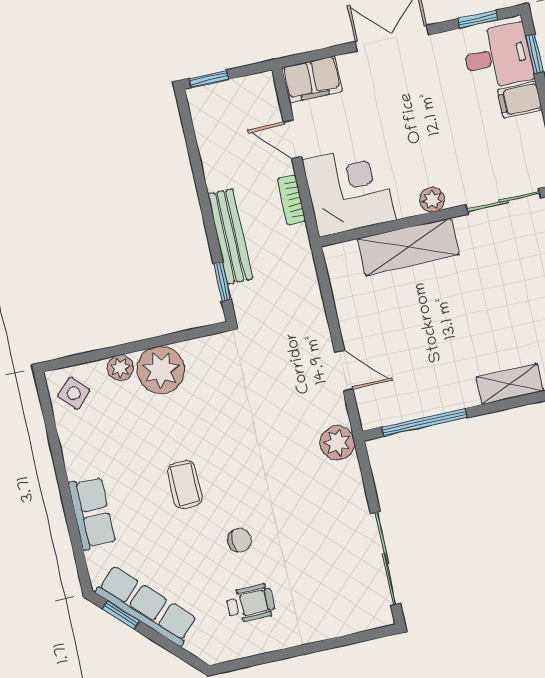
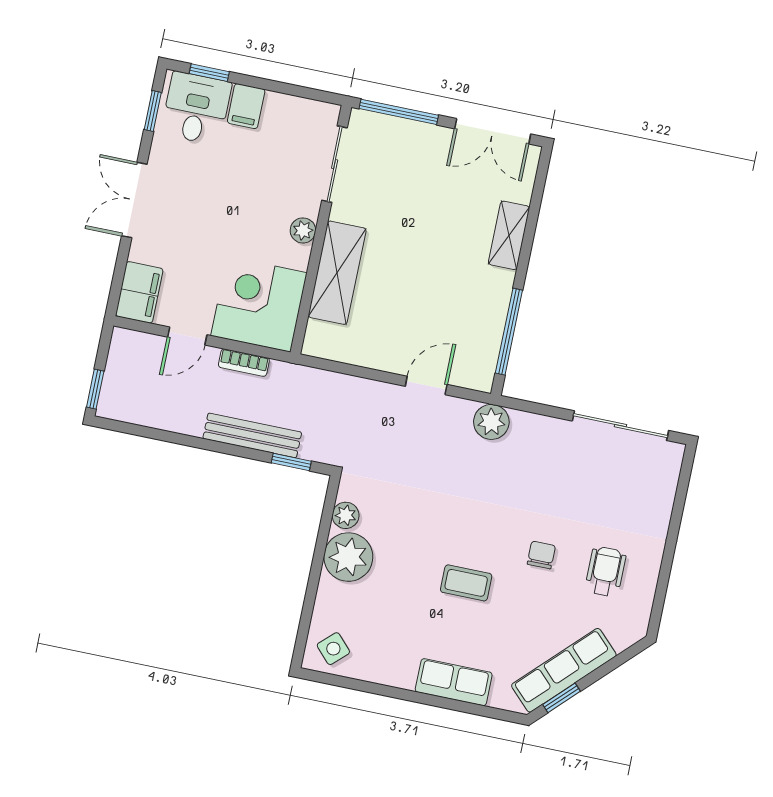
plant: (120, 368) -> (346, 515), moved

